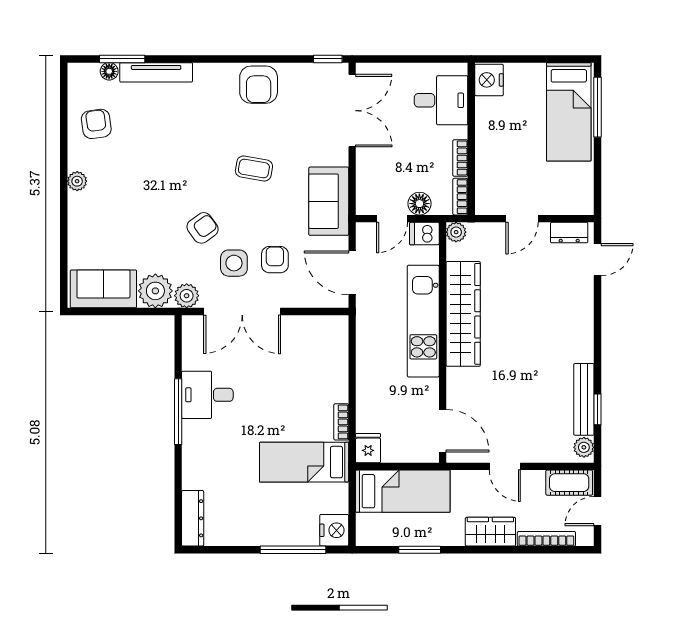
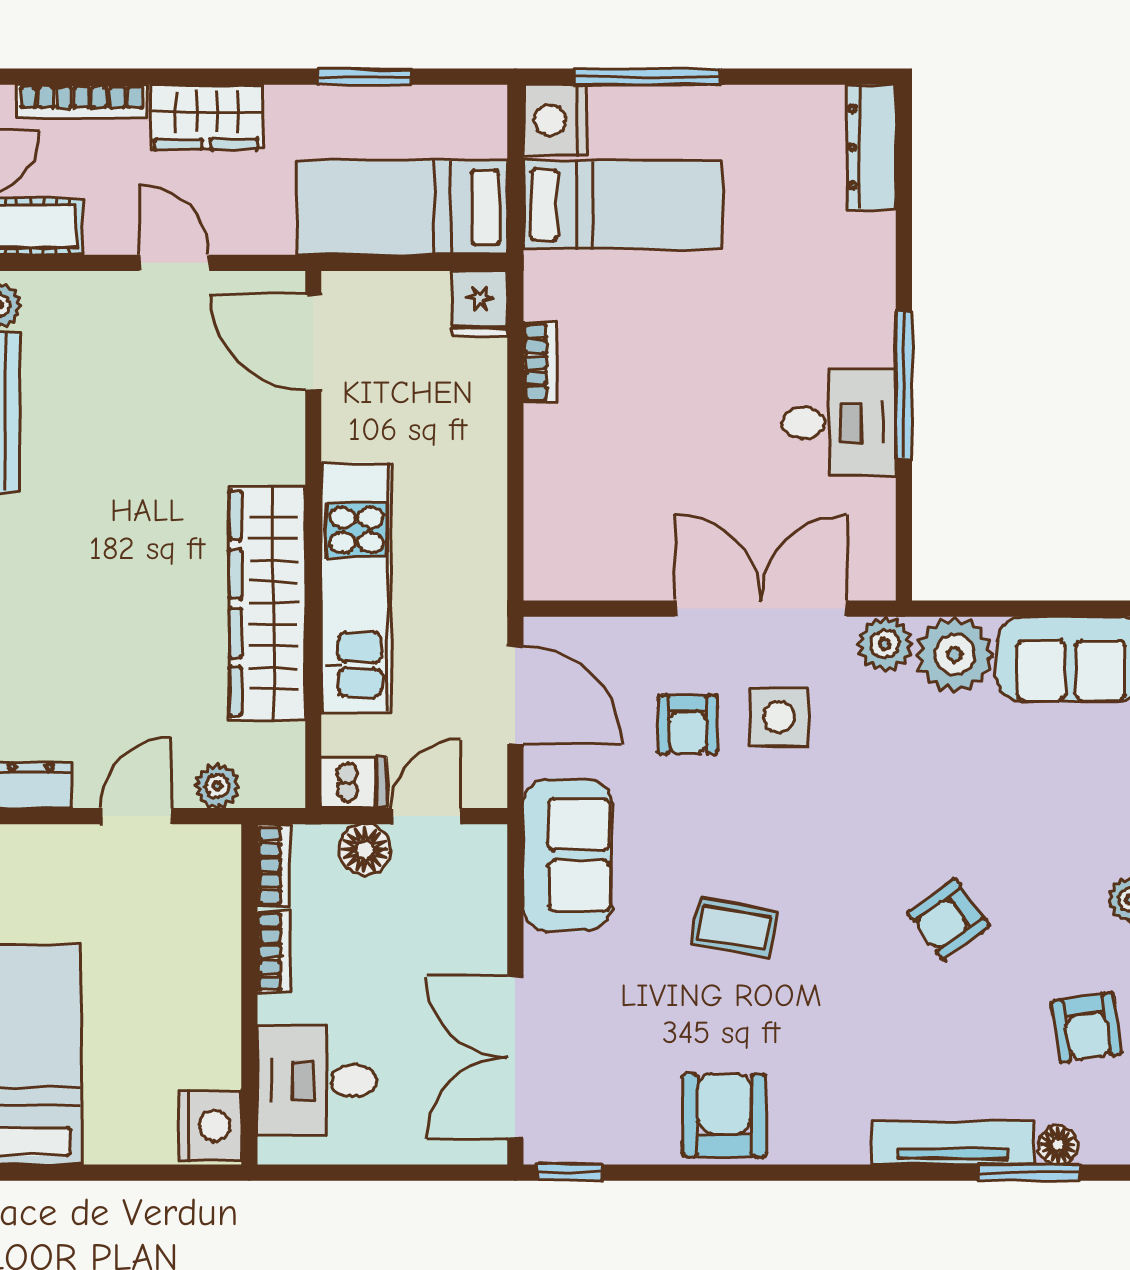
armchair: (203, 228) -> (949, 919), moved
plant: (456, 232) -> (217, 786), moved
bed: (304, 462) -> (623, 205), moved

